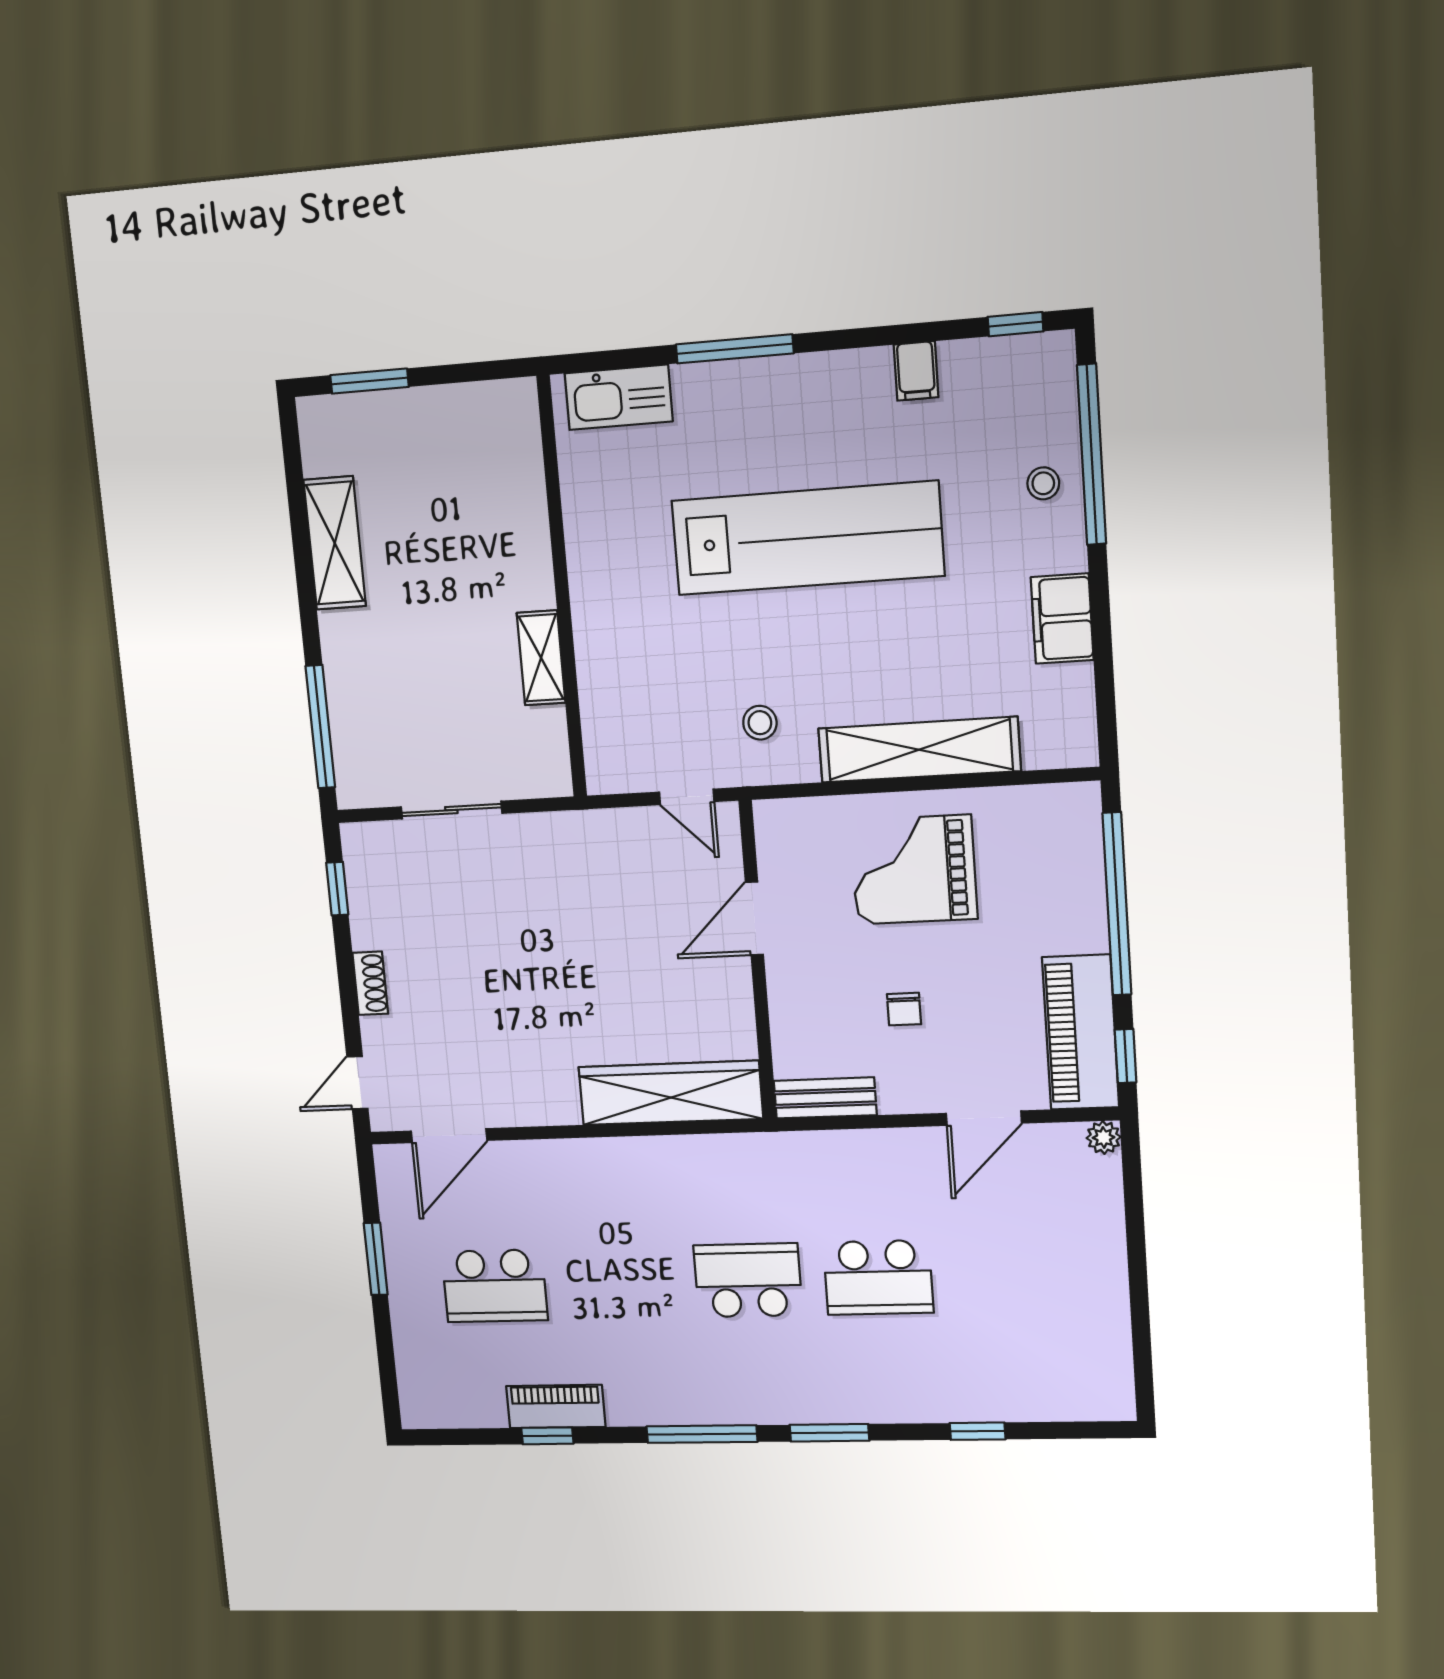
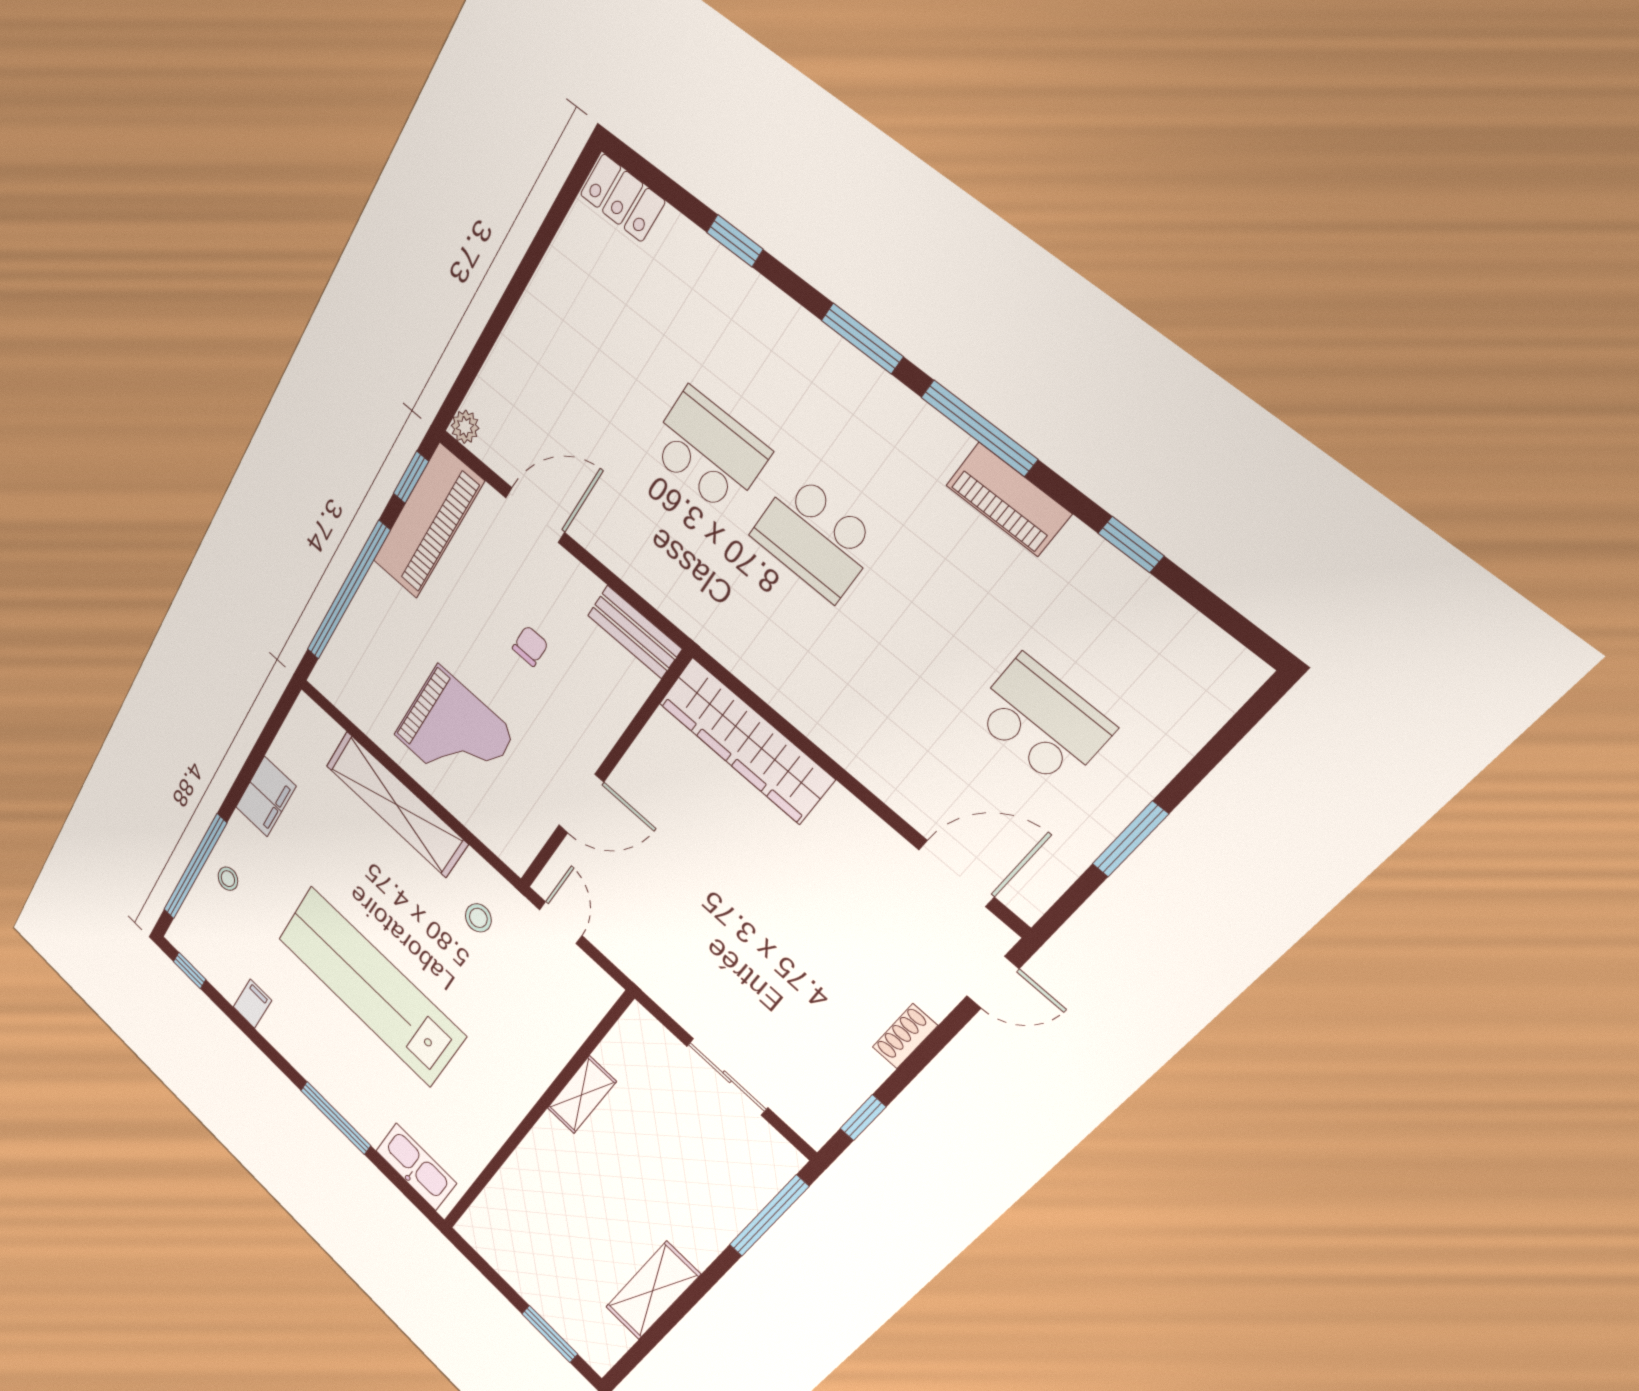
locker: (1093, 1401) -> (622, 198), added
piano: (556, 1406) -> (1008, 499), moved

